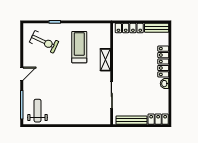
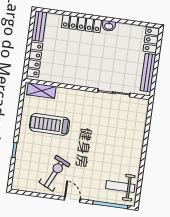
exercise bike: (44, 42) -> (55, 173), moved
shelving: (105, 60) -> (41, 91), moved

